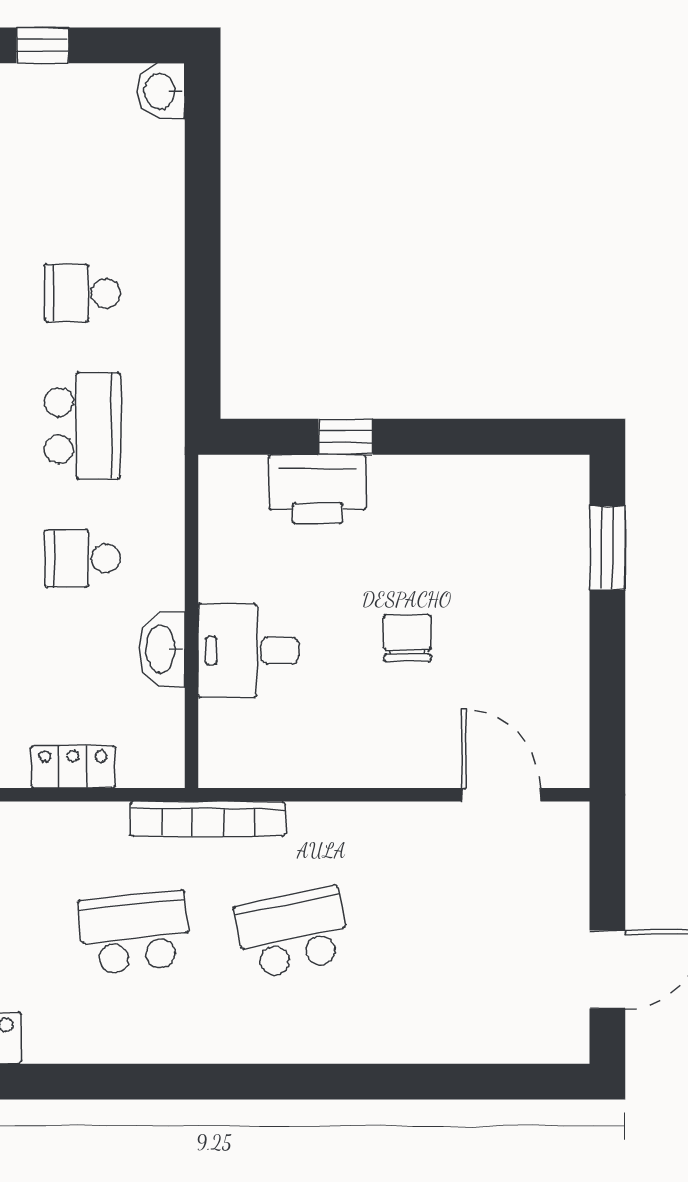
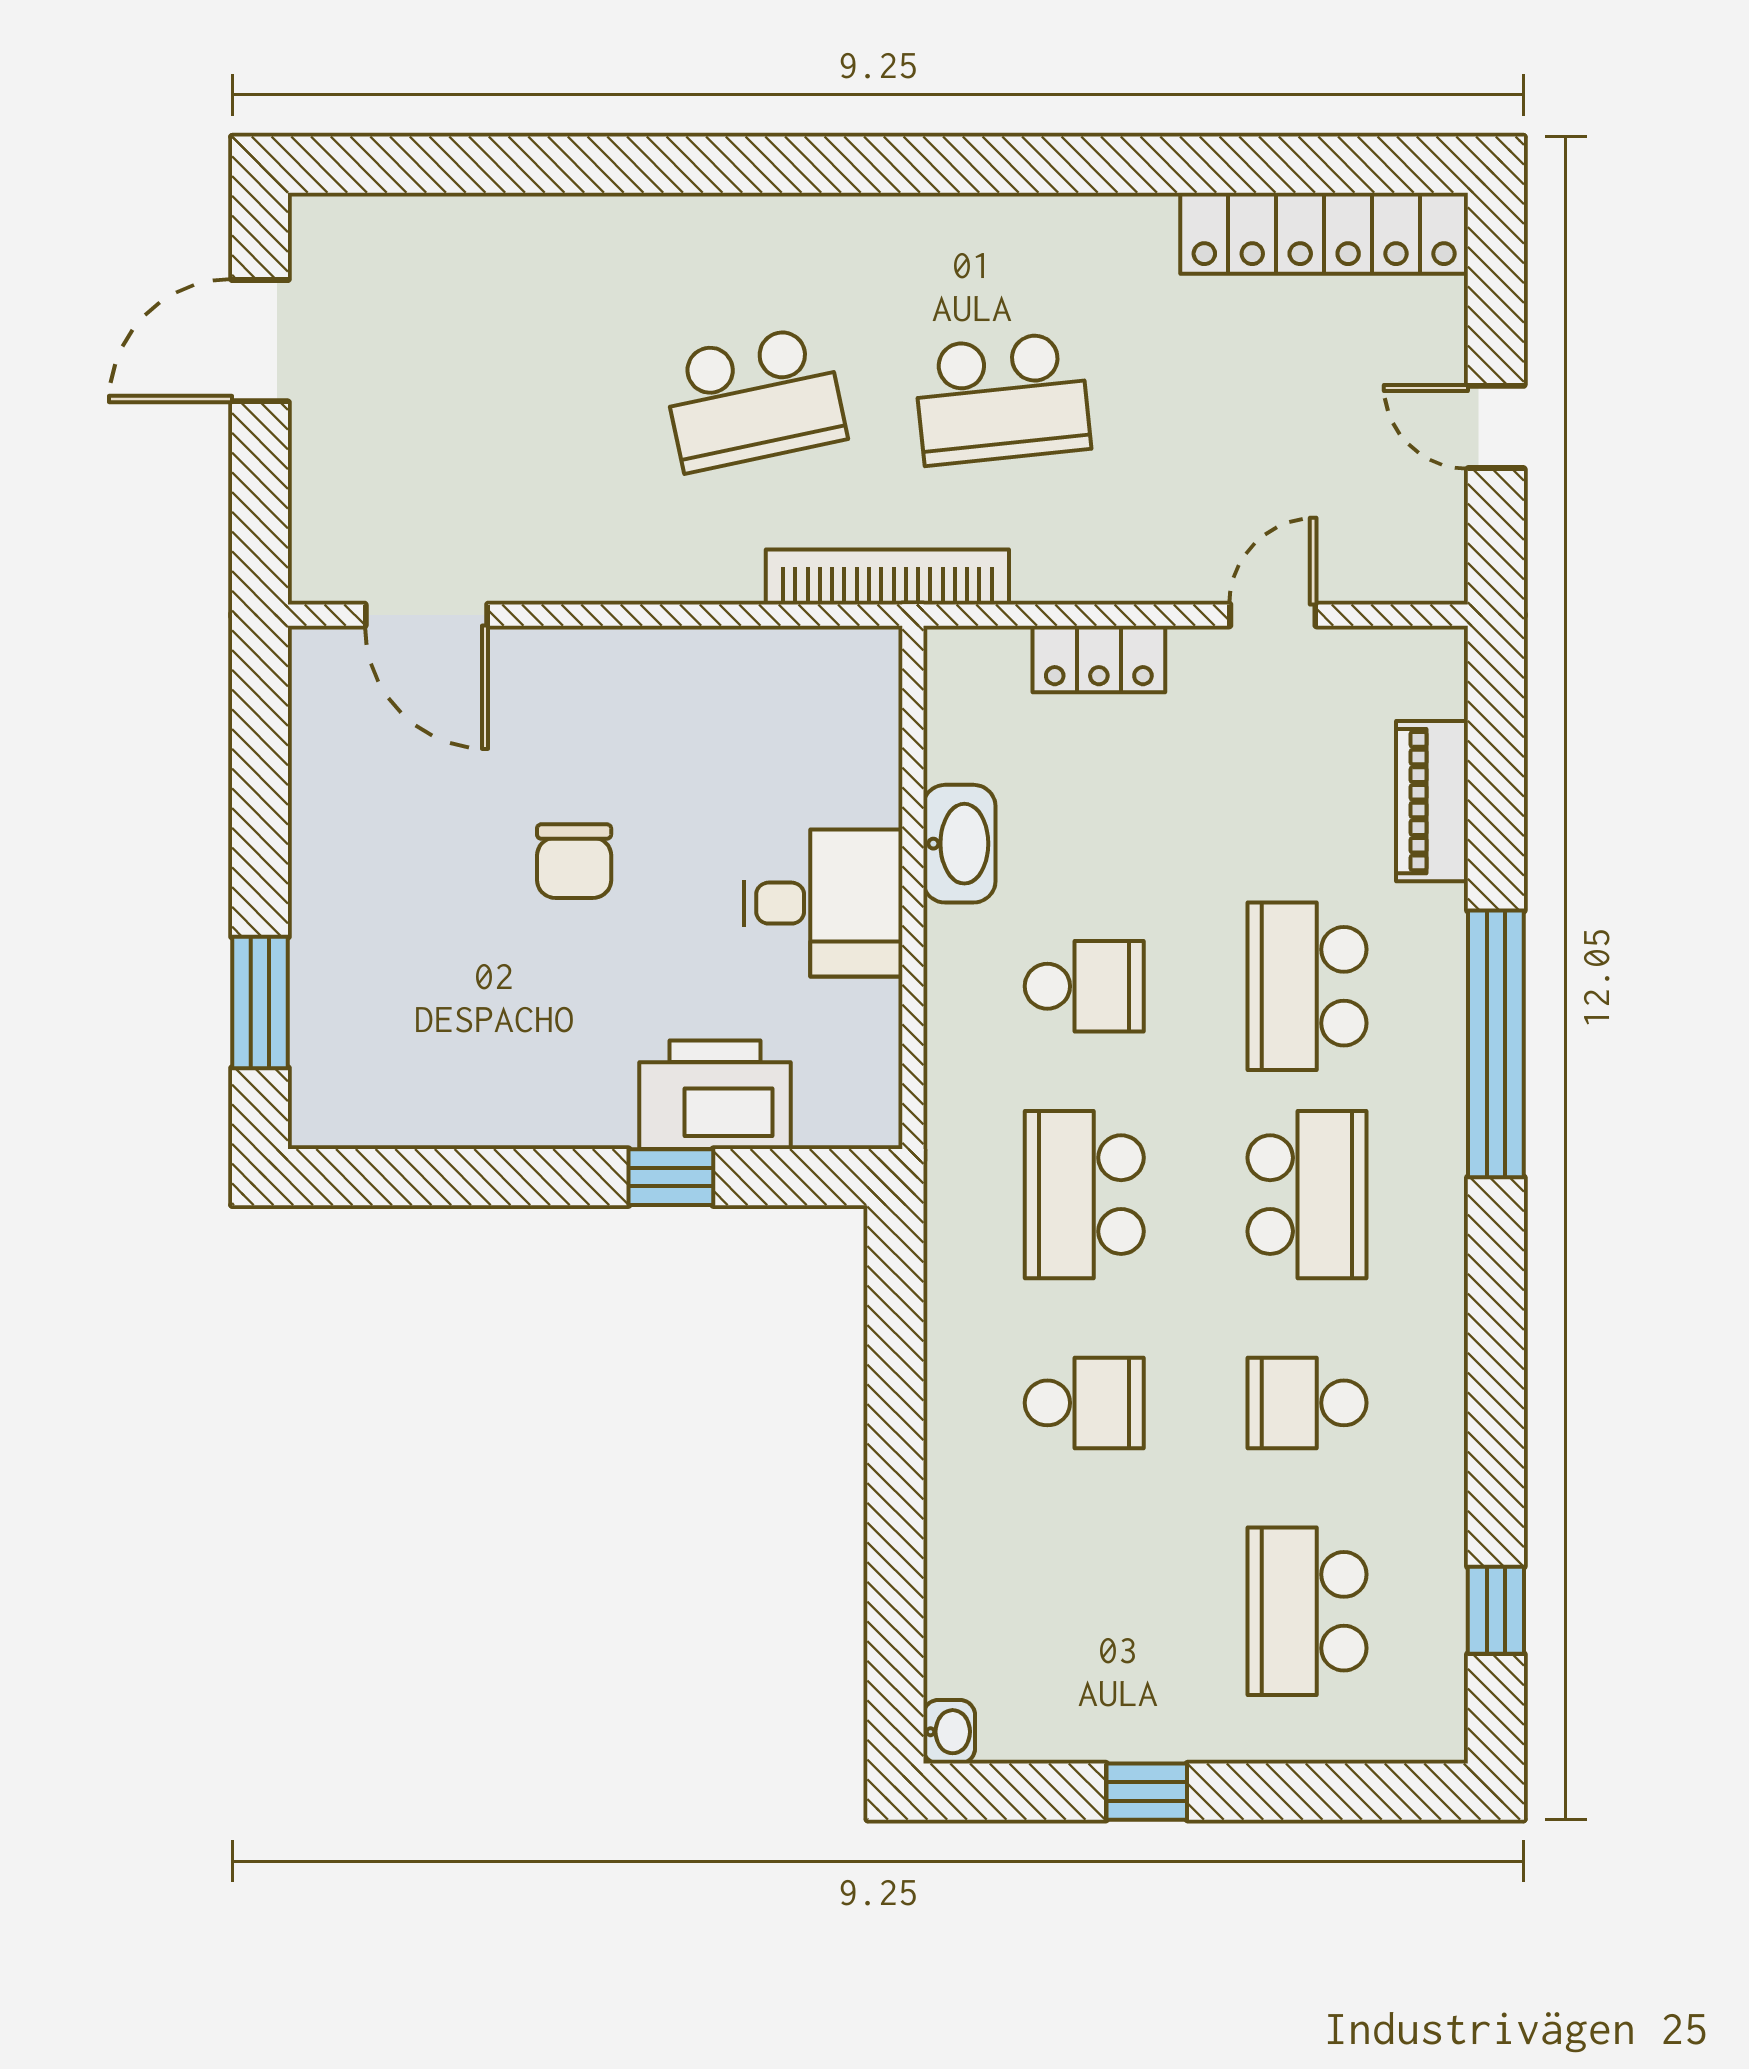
washbasin: (161, 91) -> (949, 1732), width x0.72, depth x0.69
desk: (249, 651) -> (823, 903), moved

